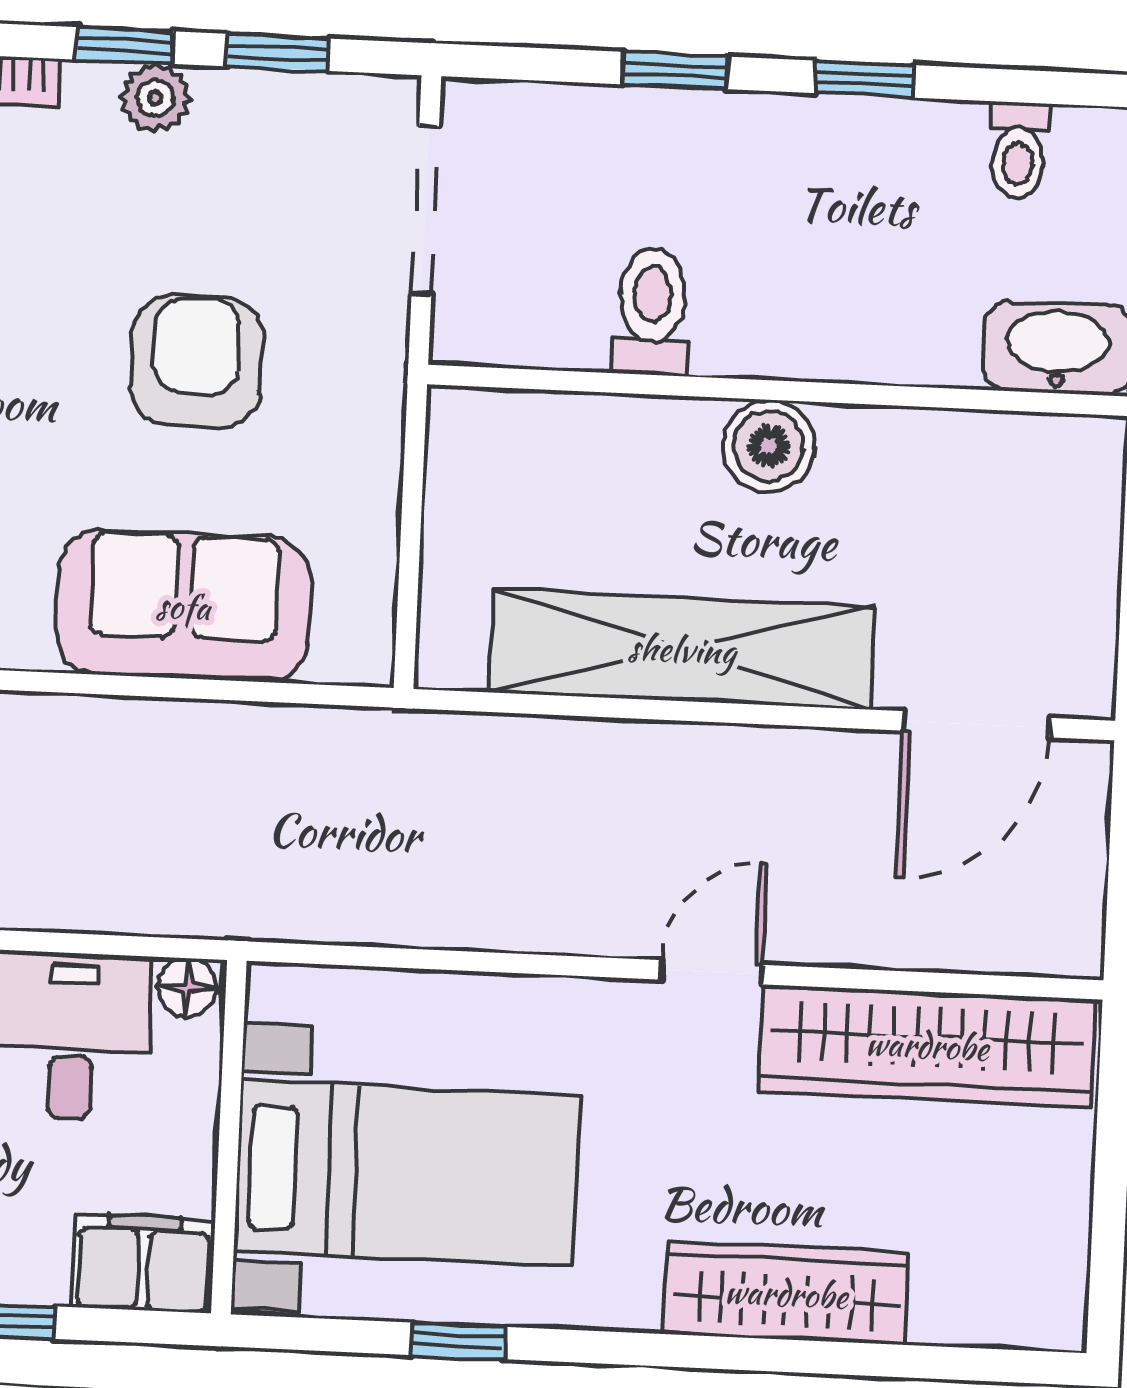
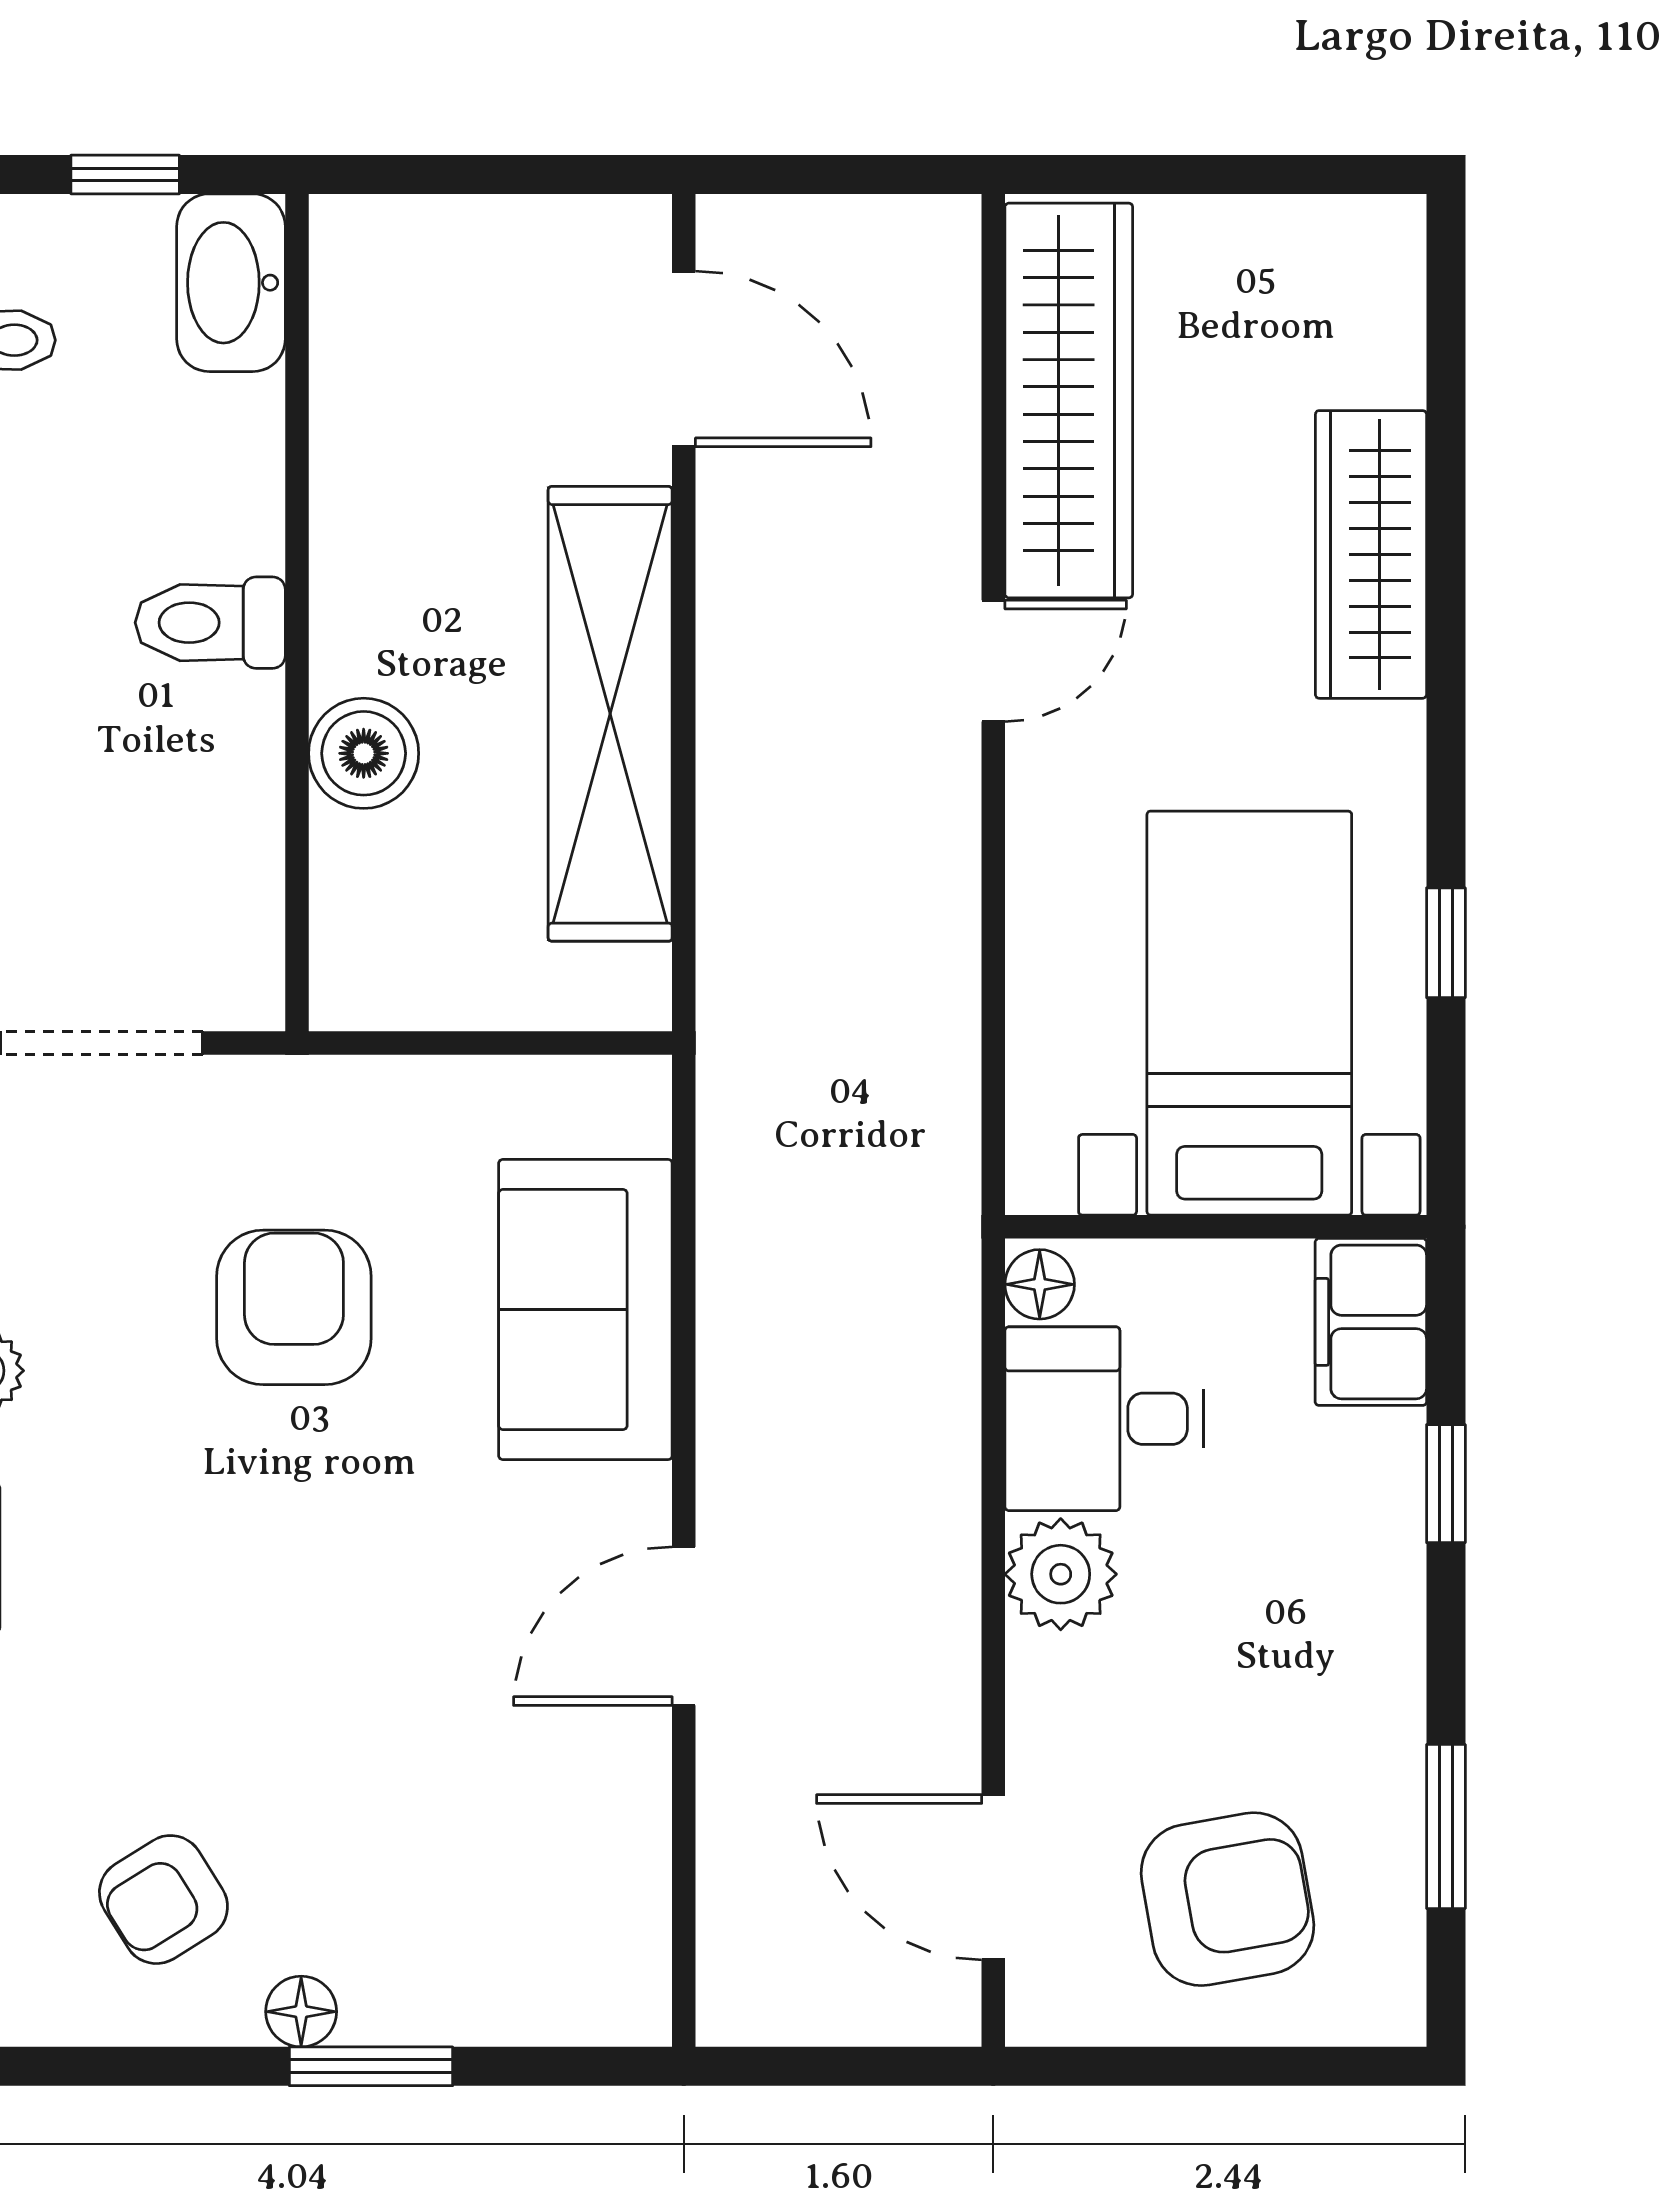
toilet: (652, 312) -> (210, 623), moved
armchair: (196, 361) -> (294, 1307), turned 90
boiler: (769, 446) -> (364, 753), moved
door: (712, 972) -> (993, 661), swing flipped

